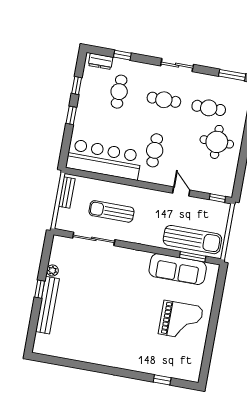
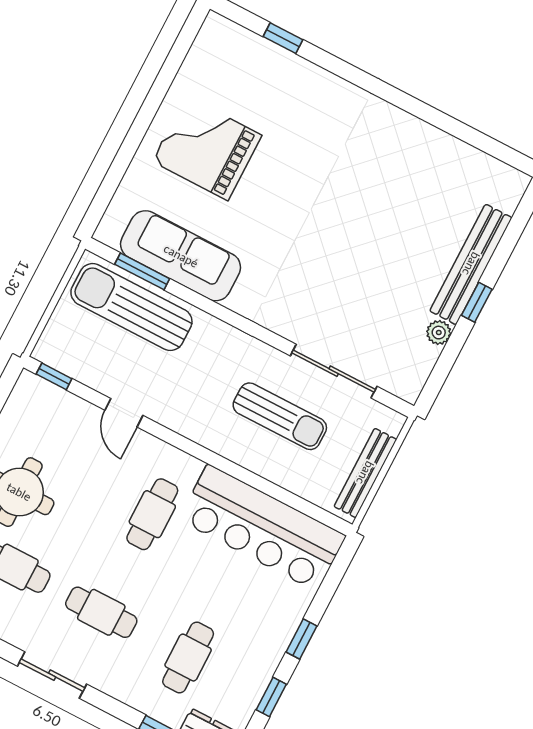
bench: (67, 193) -> (365, 473), width x1.36

